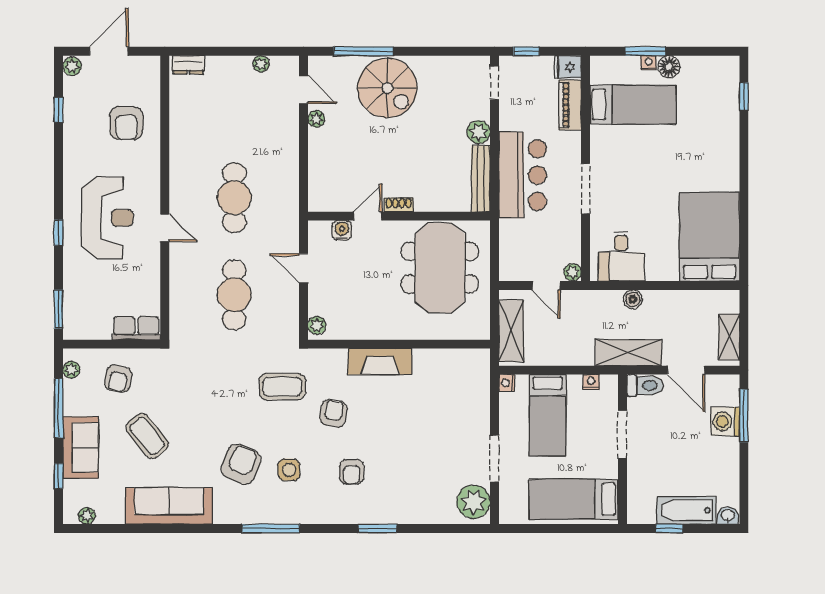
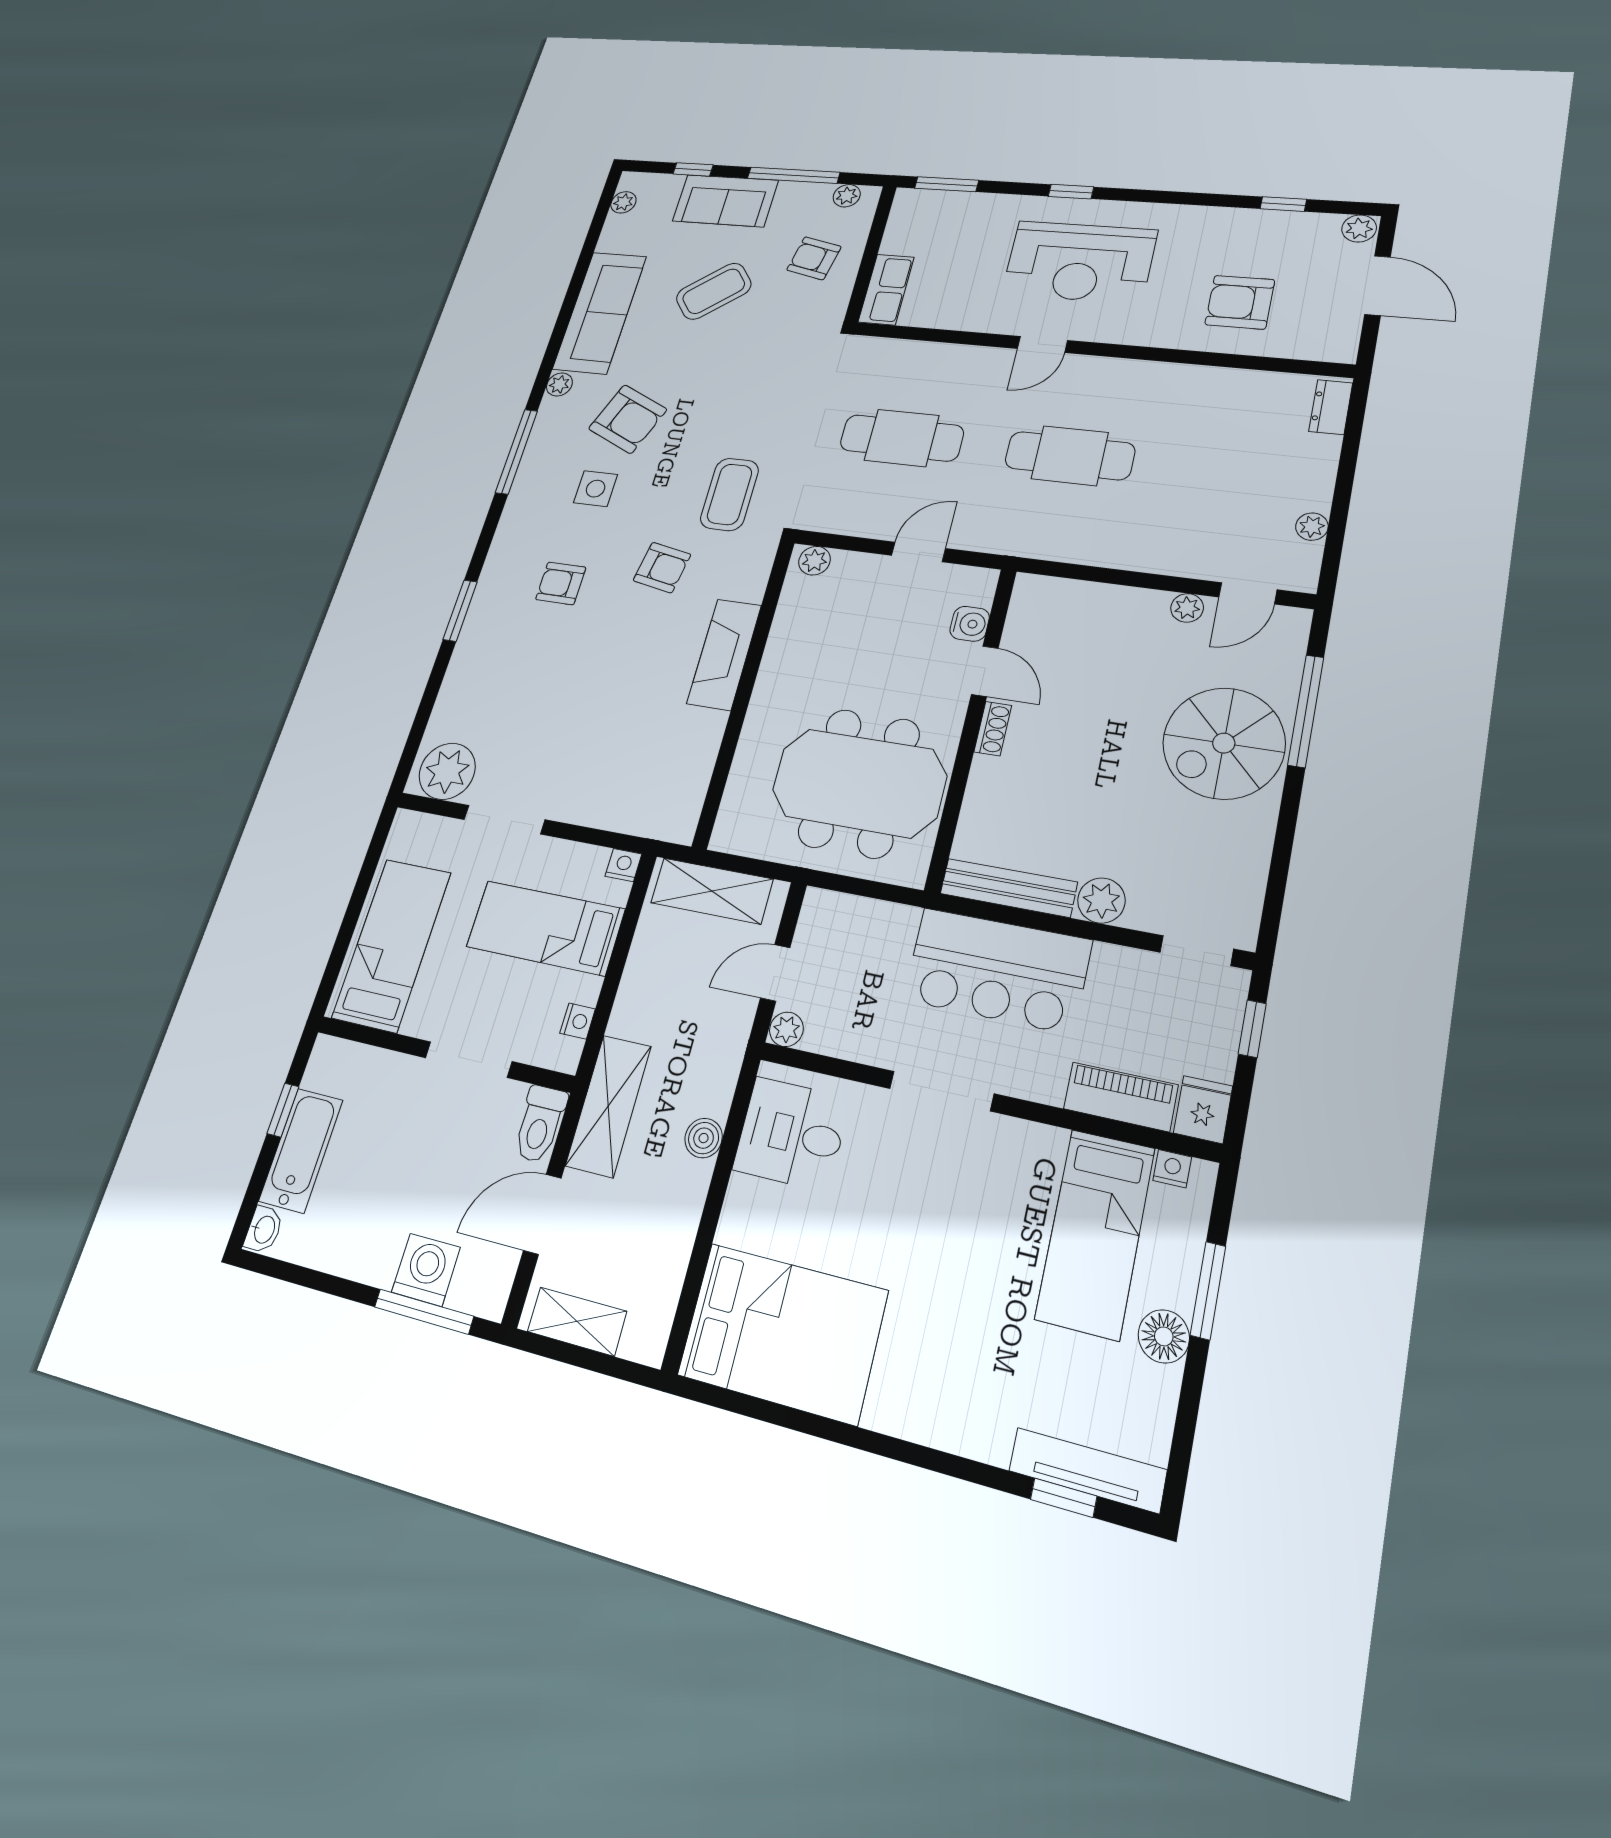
nightstand: (649, 63) -> (1172, 1169), moved, turned -90
tv unit: (731, 89) -> (1087, 1470), added
plant: (222, 516) -> (559, 384), added

